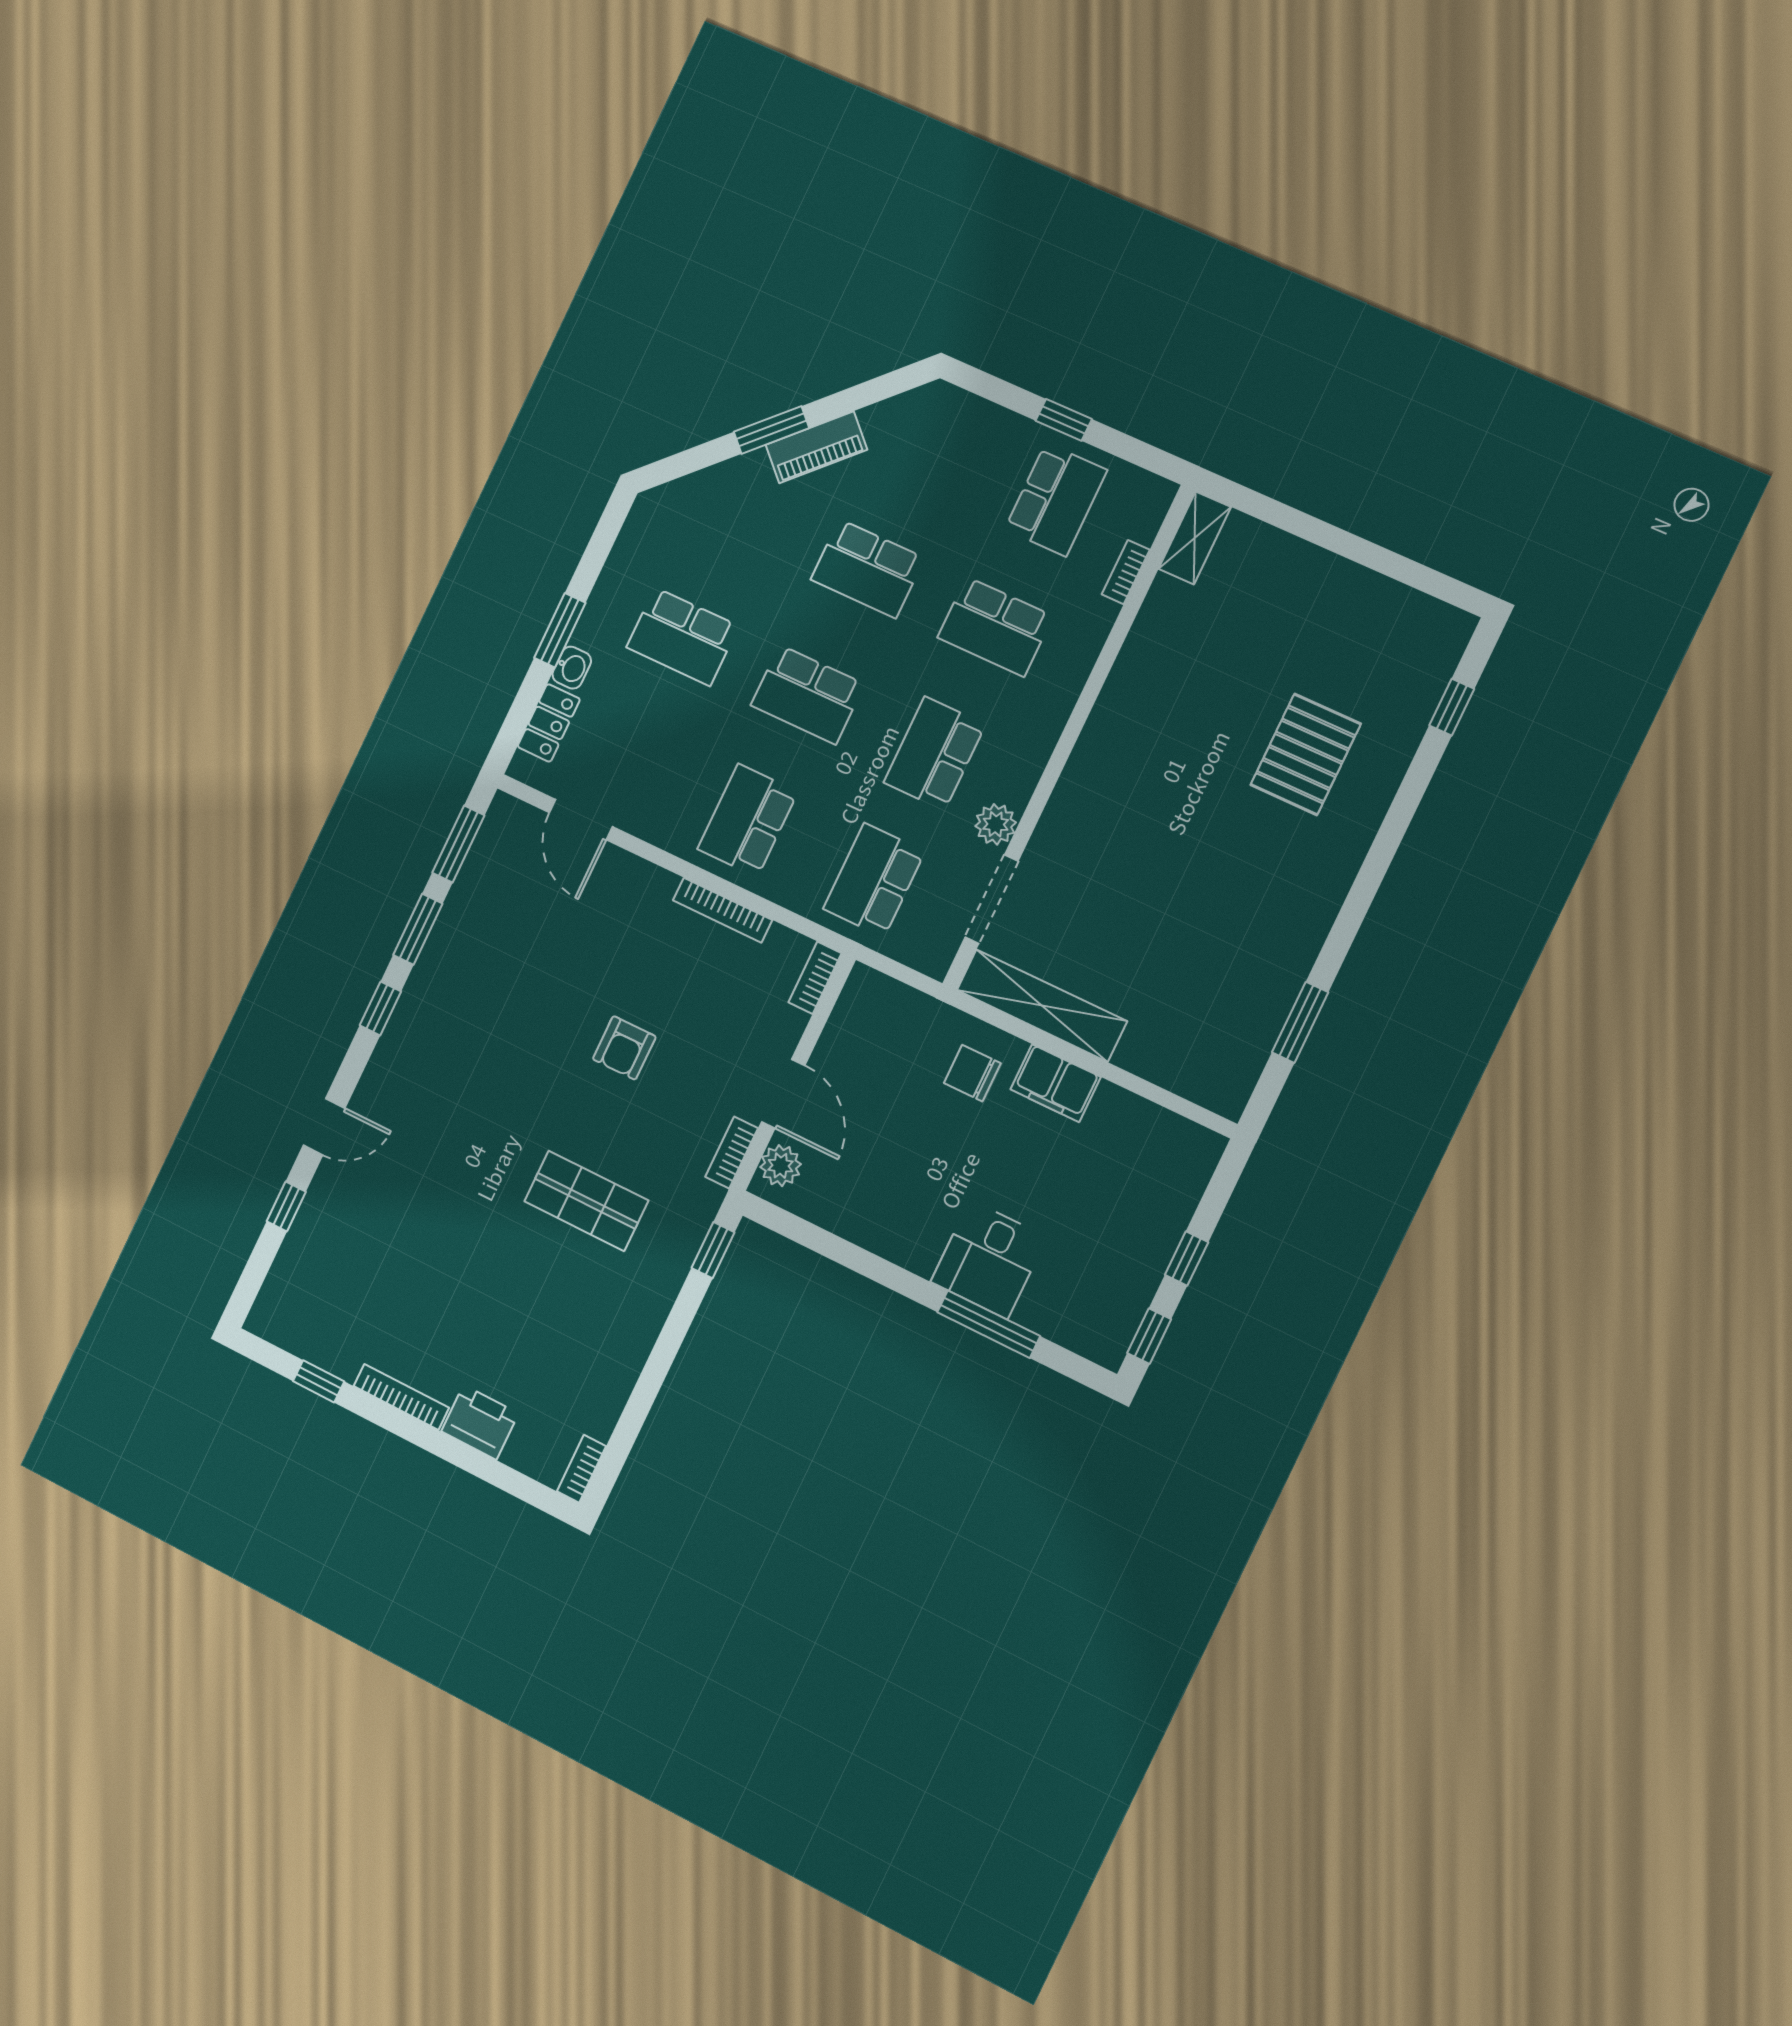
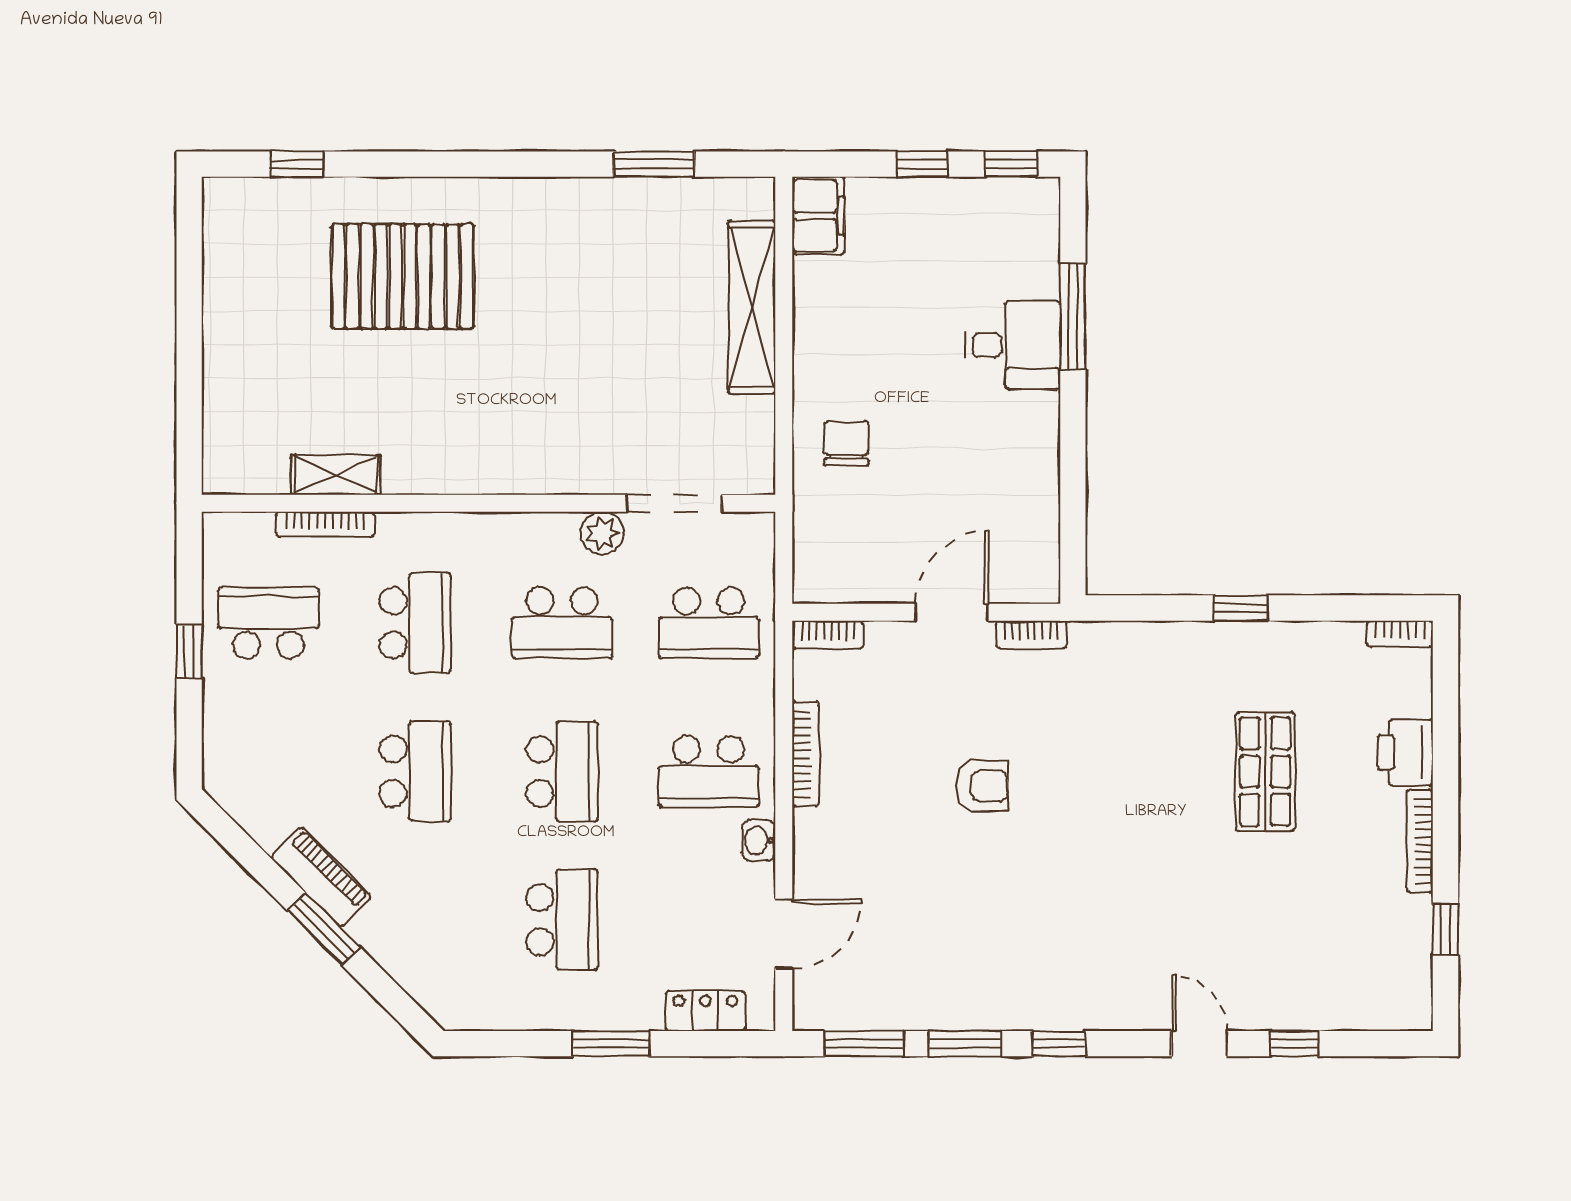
shelving: (1195, 538) -> (336, 475), moved
bookcase: (1126, 572) -> (325, 524), width x1.56
washbasin: (572, 668) -> (759, 840), moved, turned -90
pallet: (1306, 754) -> (403, 276), width x1.37, depth x1.41
shelving: (1042, 1006) -> (752, 307), moved
chair: (972, 1073) -> (846, 443), turned 180
filing cabinet: (1056, 1083) -> (818, 216), moved
plant: (781, 1166) -> (1021, 582), removed
shop shelf: (586, 1201) -> (1265, 772), moved
window: (713, 1250) -> (1240, 608), moved

